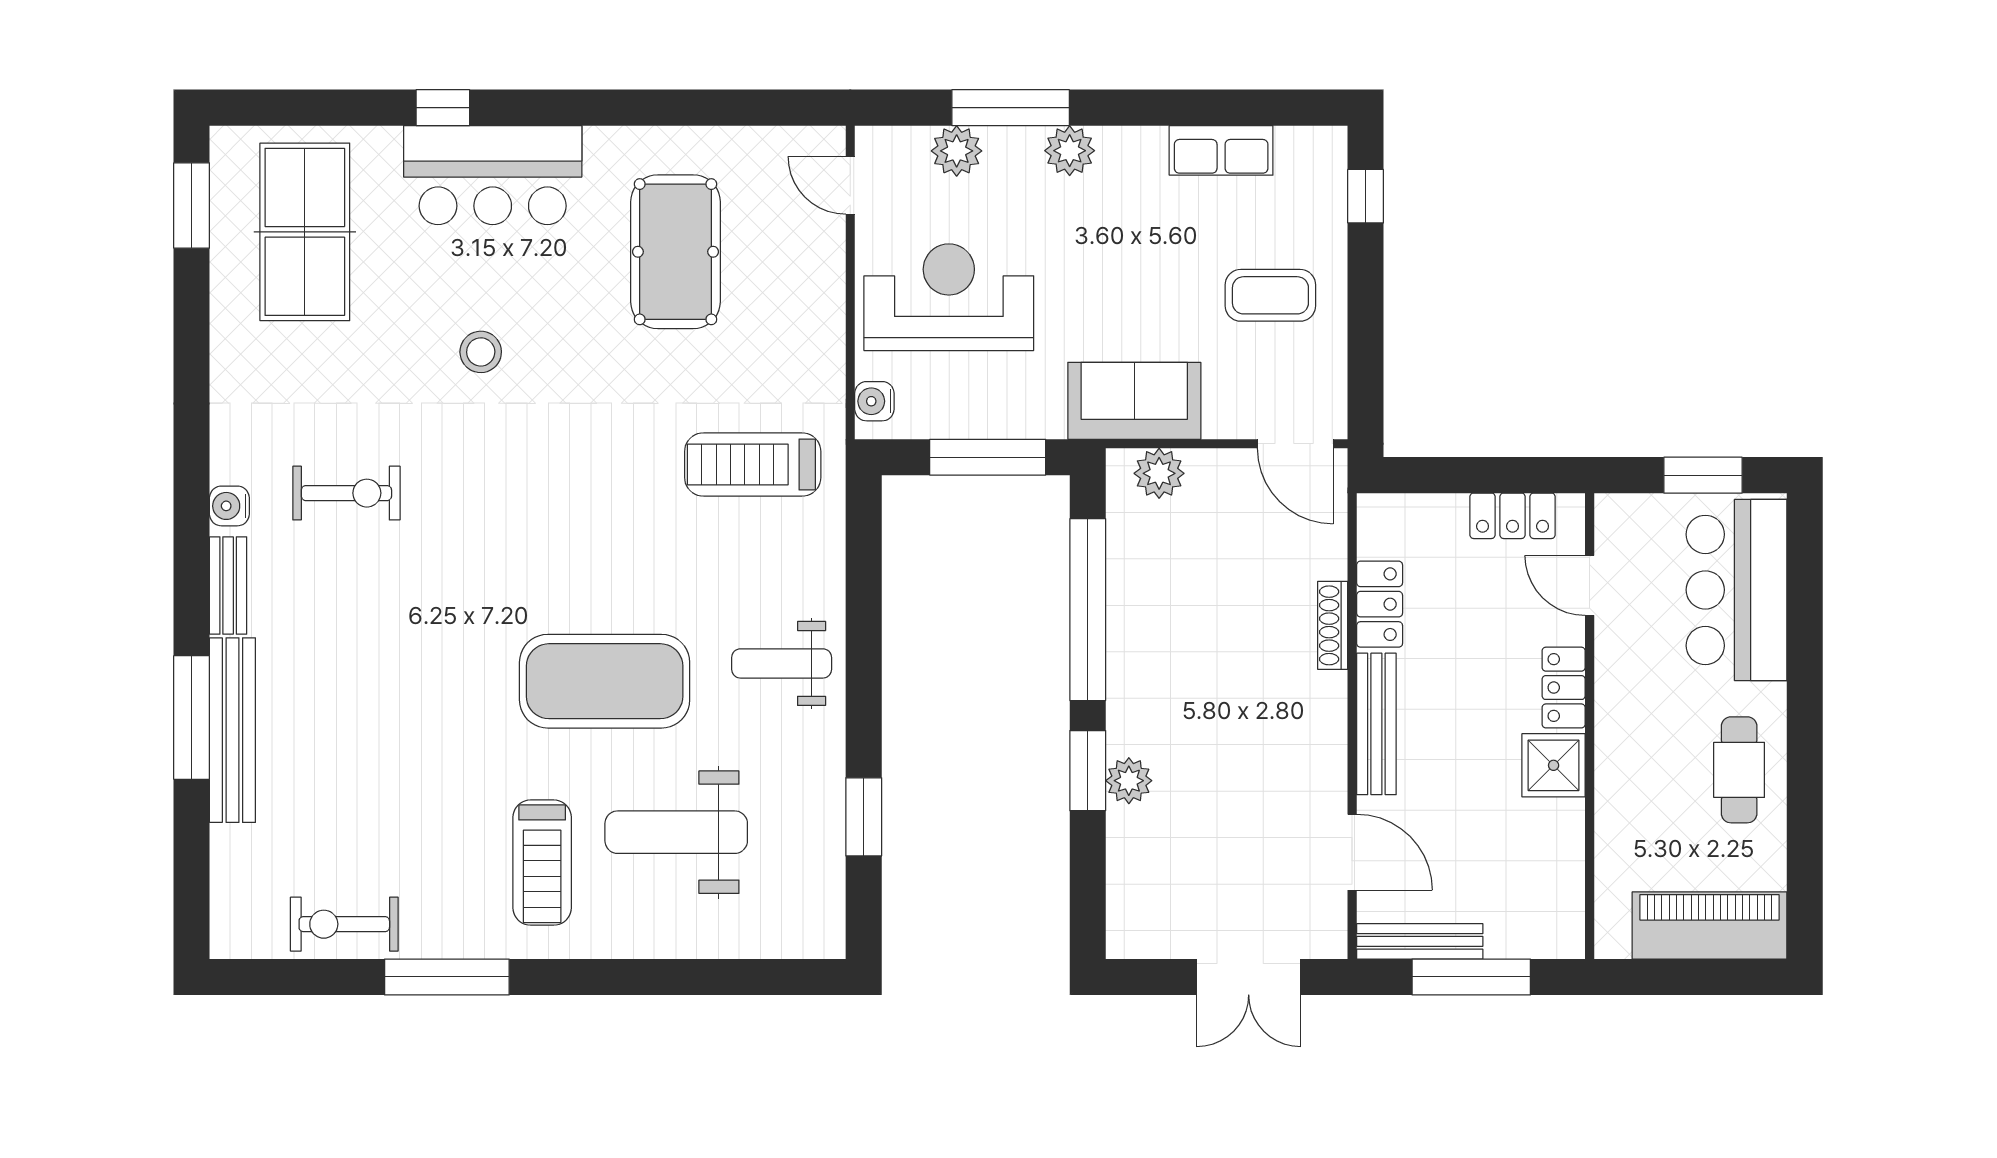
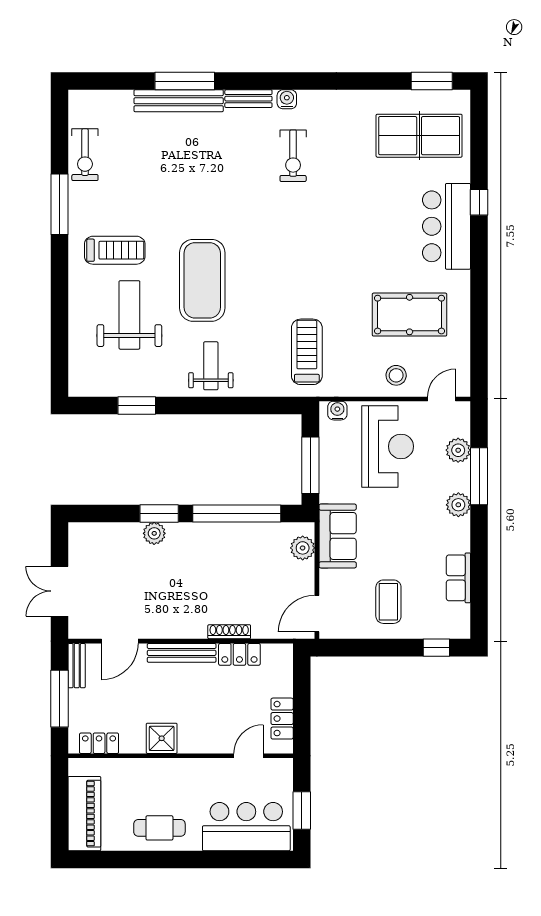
stool: (481, 352) -> (396, 375), moved
locker: (1564, 688) -> (99, 743), moved
treadmill: (542, 863) -> (115, 250), turned 180
exercise bike: (344, 924) -> (85, 155), turned 180
bench: (1420, 941) -> (77, 666), width x0.73

